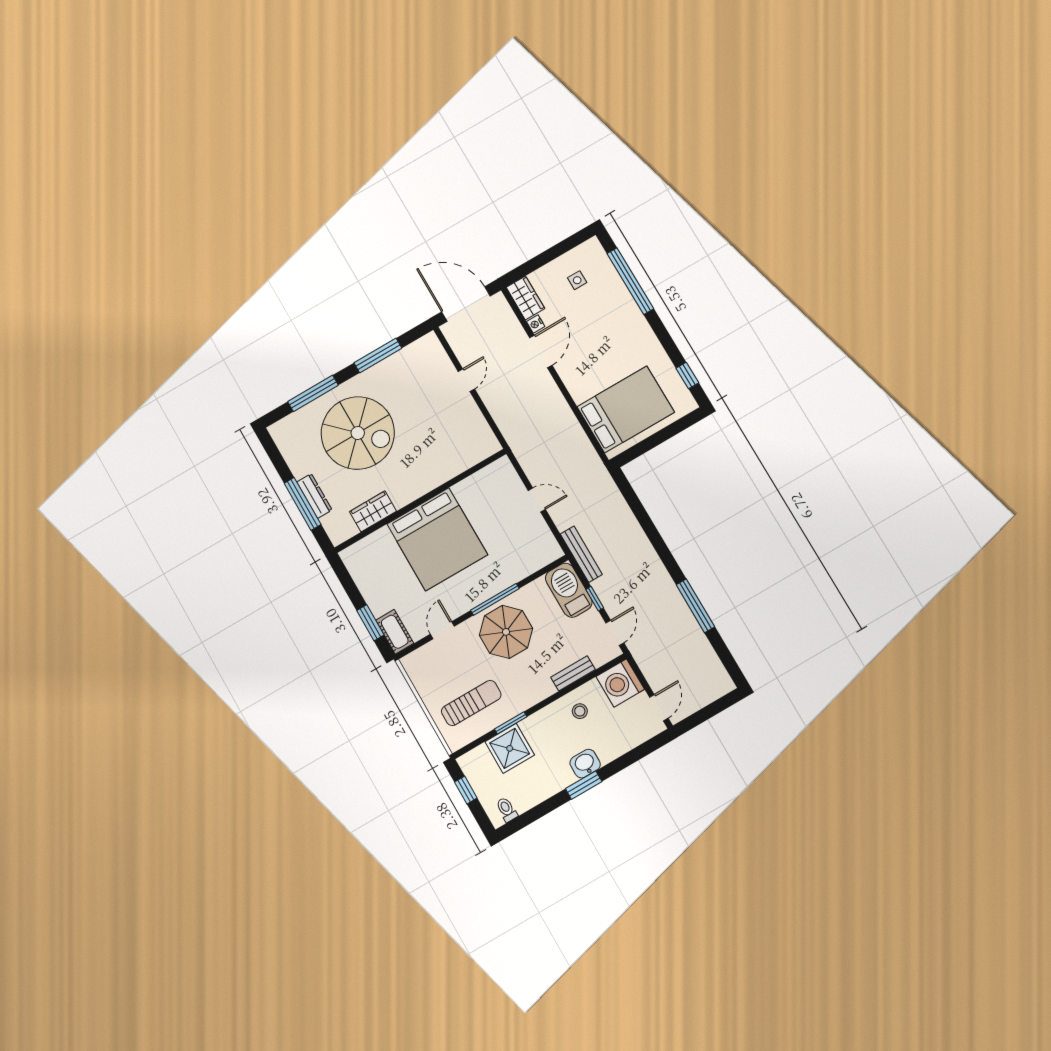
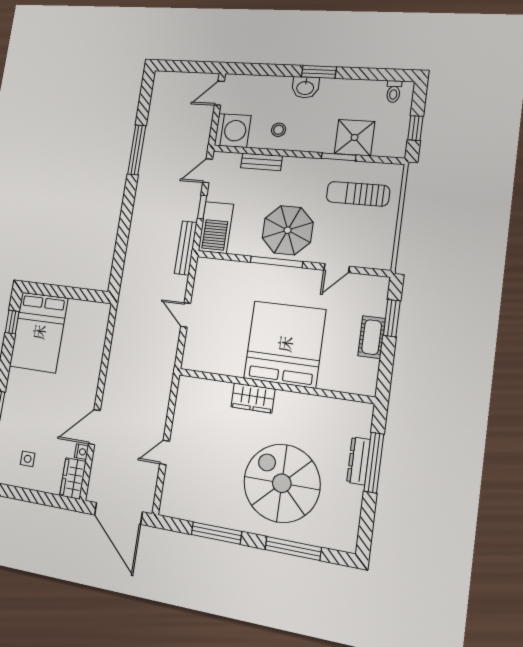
bed: (626, 409) -> (39, 332), moved, turned -90
wardrobe: (373, 511) -> (253, 398), moved
cot: (395, 632) -> (372, 337), moved

